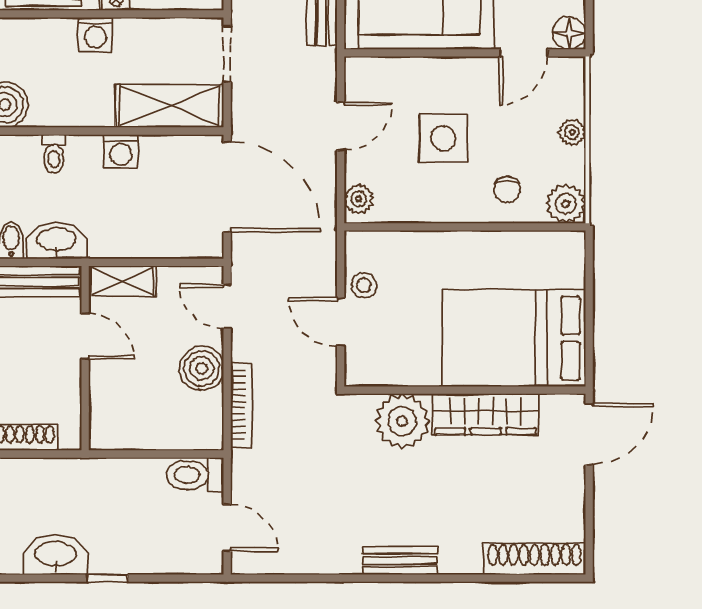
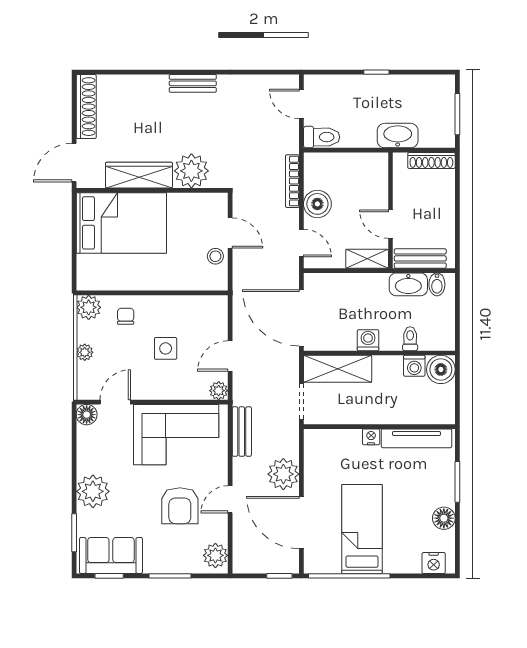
washing machine: (95, 34) -> (414, 366), moved, turned 180
side table: (443, 138) -> (166, 348), width x0.73, depth x0.73
plant: (359, 199) -> (219, 391), moved
washbasin: (56, 555) -> (398, 136), moved, turned 180
shoe rack: (534, 559) -> (86, 107), moved, turned -90

